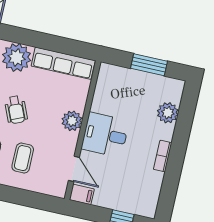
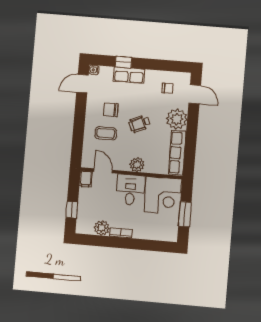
corner desk: (119, 91) -> (163, 195), added
plant: (168, 113) -> (102, 228), moved
door: (74, 169) -> (103, 171), swing flipped

